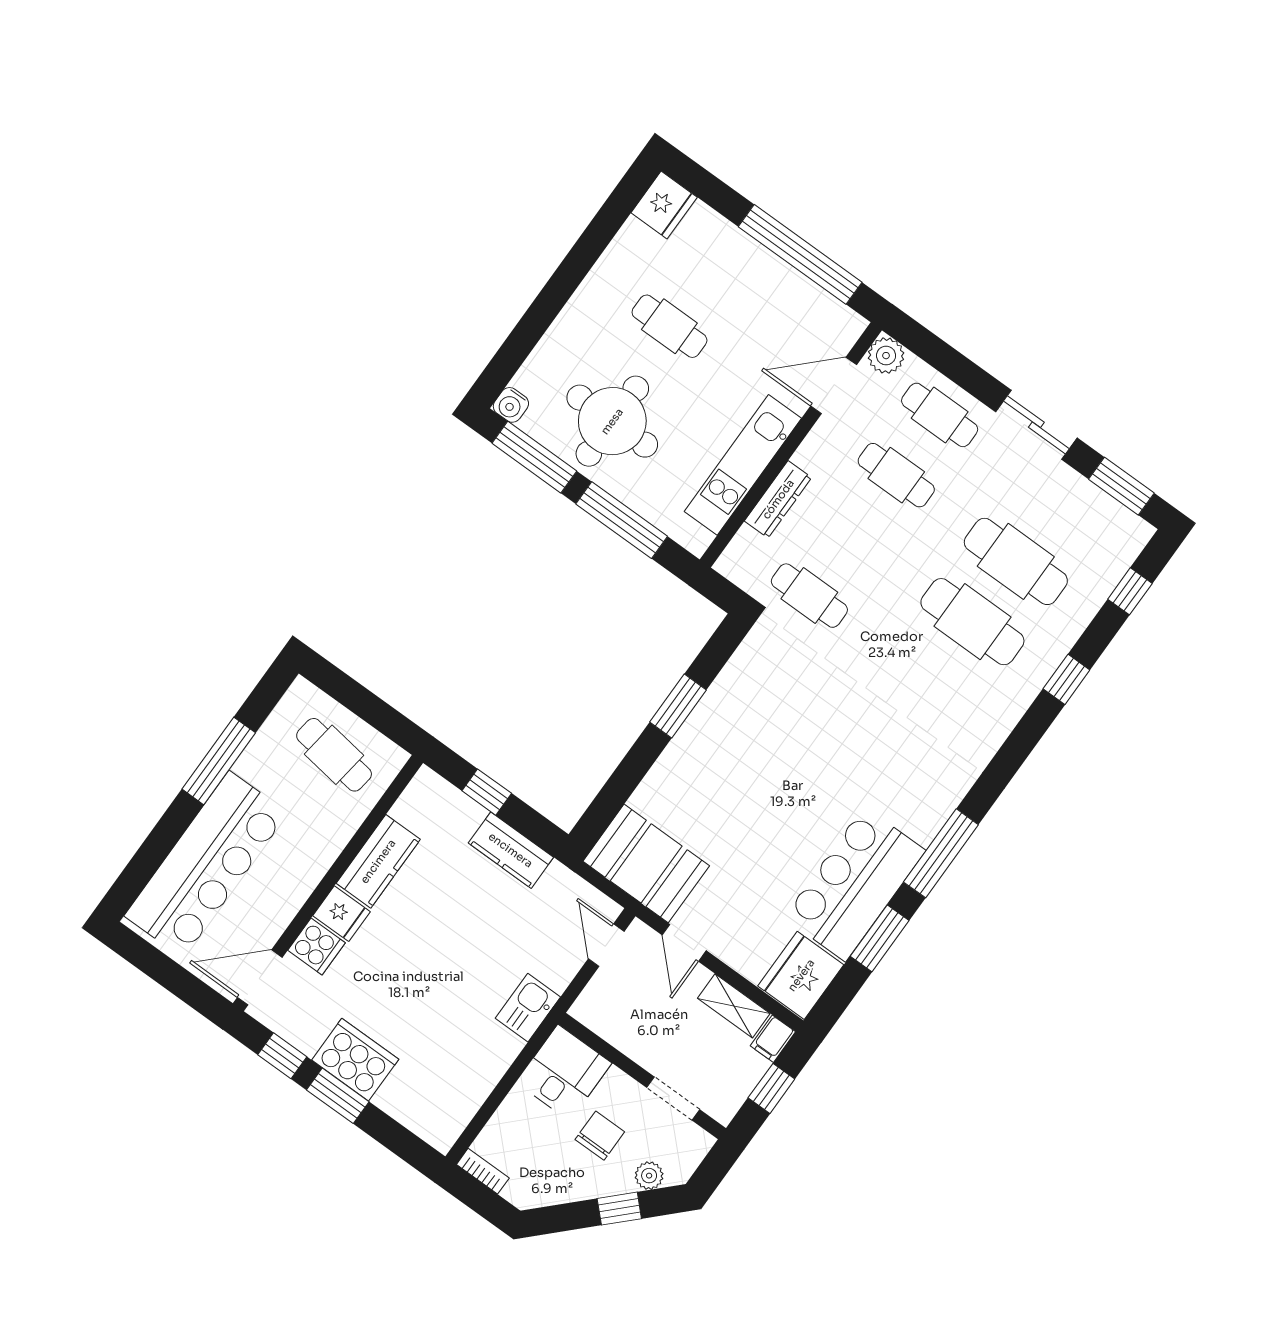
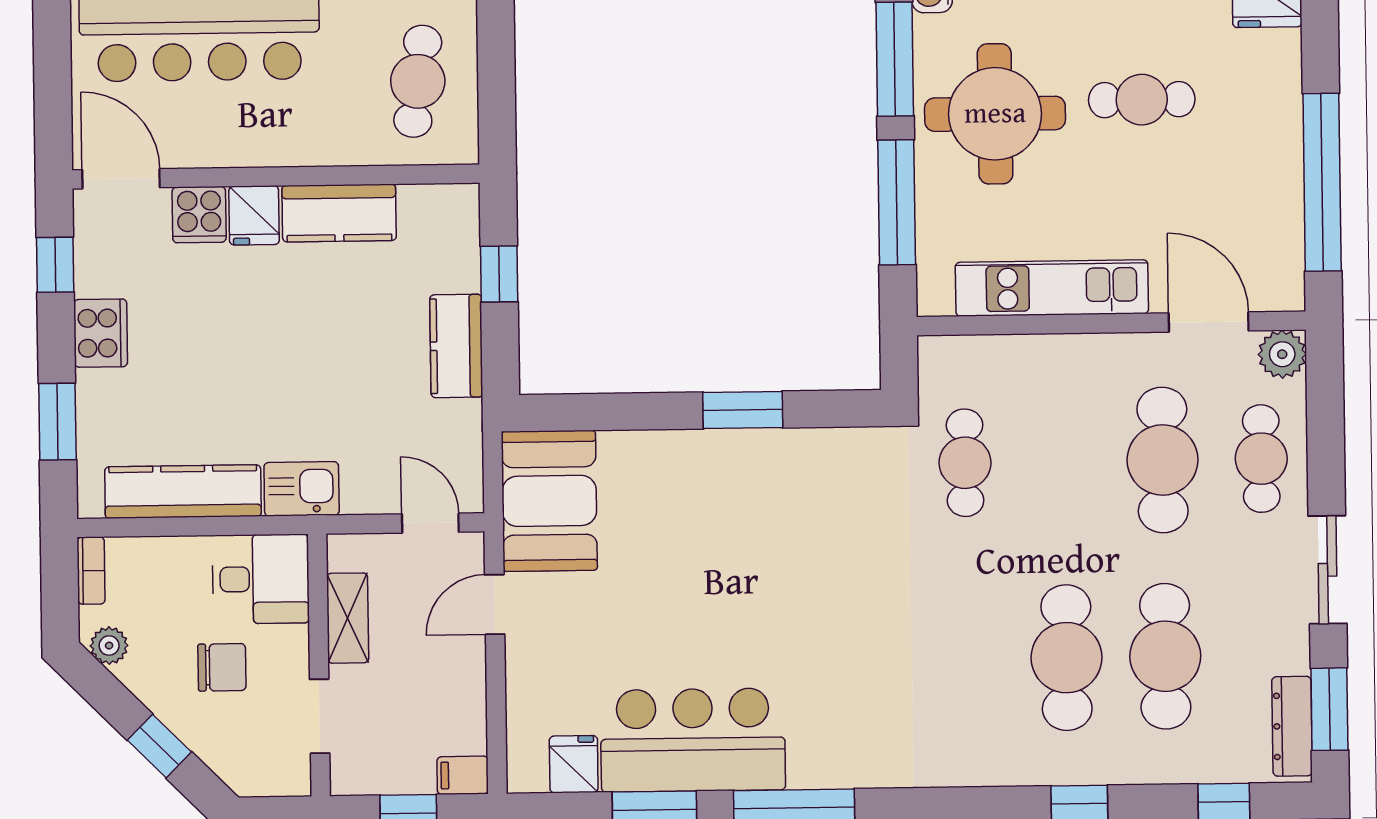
cafe table: (669, 326) -> (1142, 100), turned 90
cafe table: (896, 475) -> (1163, 460), width x1.37, depth x1.35
dresser: (778, 499) -> (1292, 726), moved, turned 90
door: (606, 945) -> (430, 523), hinge flipped
fridge: (801, 975) -> (574, 764), width x0.53, depth x0.75
shelving: (734, 1006) -> (348, 618), moved
cooker: (355, 1060) -> (101, 333), width x0.73, depth x0.76
kitchen counter: (476, 1080) -> (183, 492), added
window: (338, 1096) -> (57, 422), moved
plant: (649, 1176) -> (109, 646), moved

